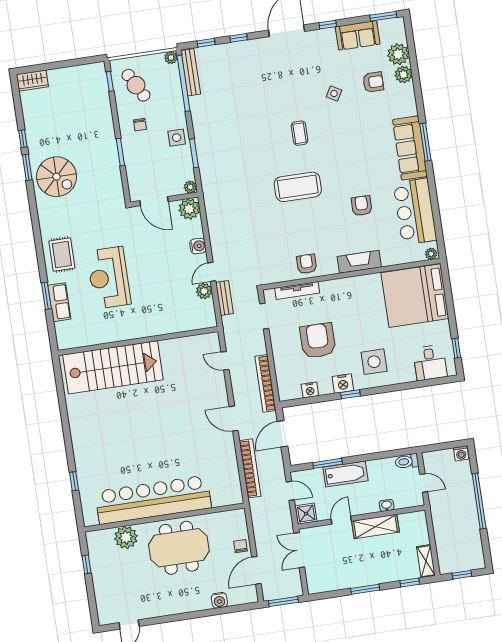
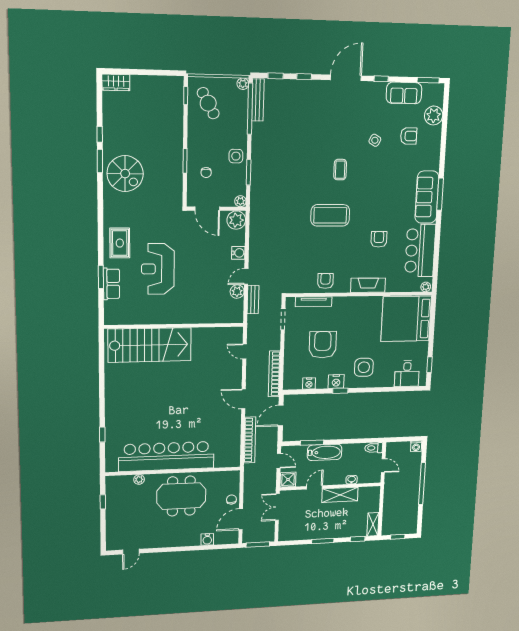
plant: (403, 75) -> (434, 134), removed
chair: (140, 125) -> (206, 173), moved
plant: (126, 537) -> (139, 479), width x0.53, depth x0.53

